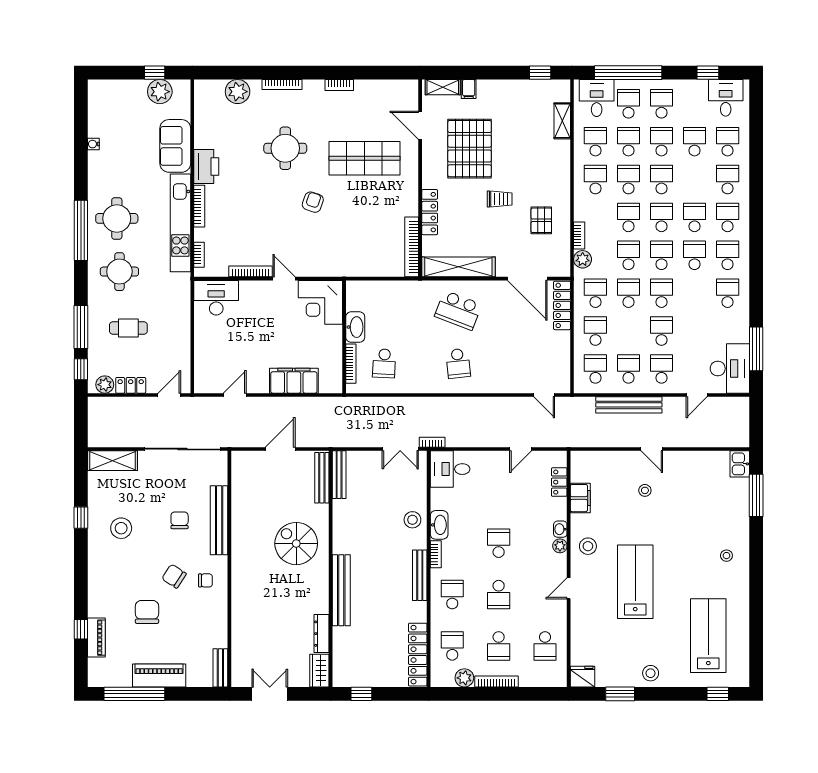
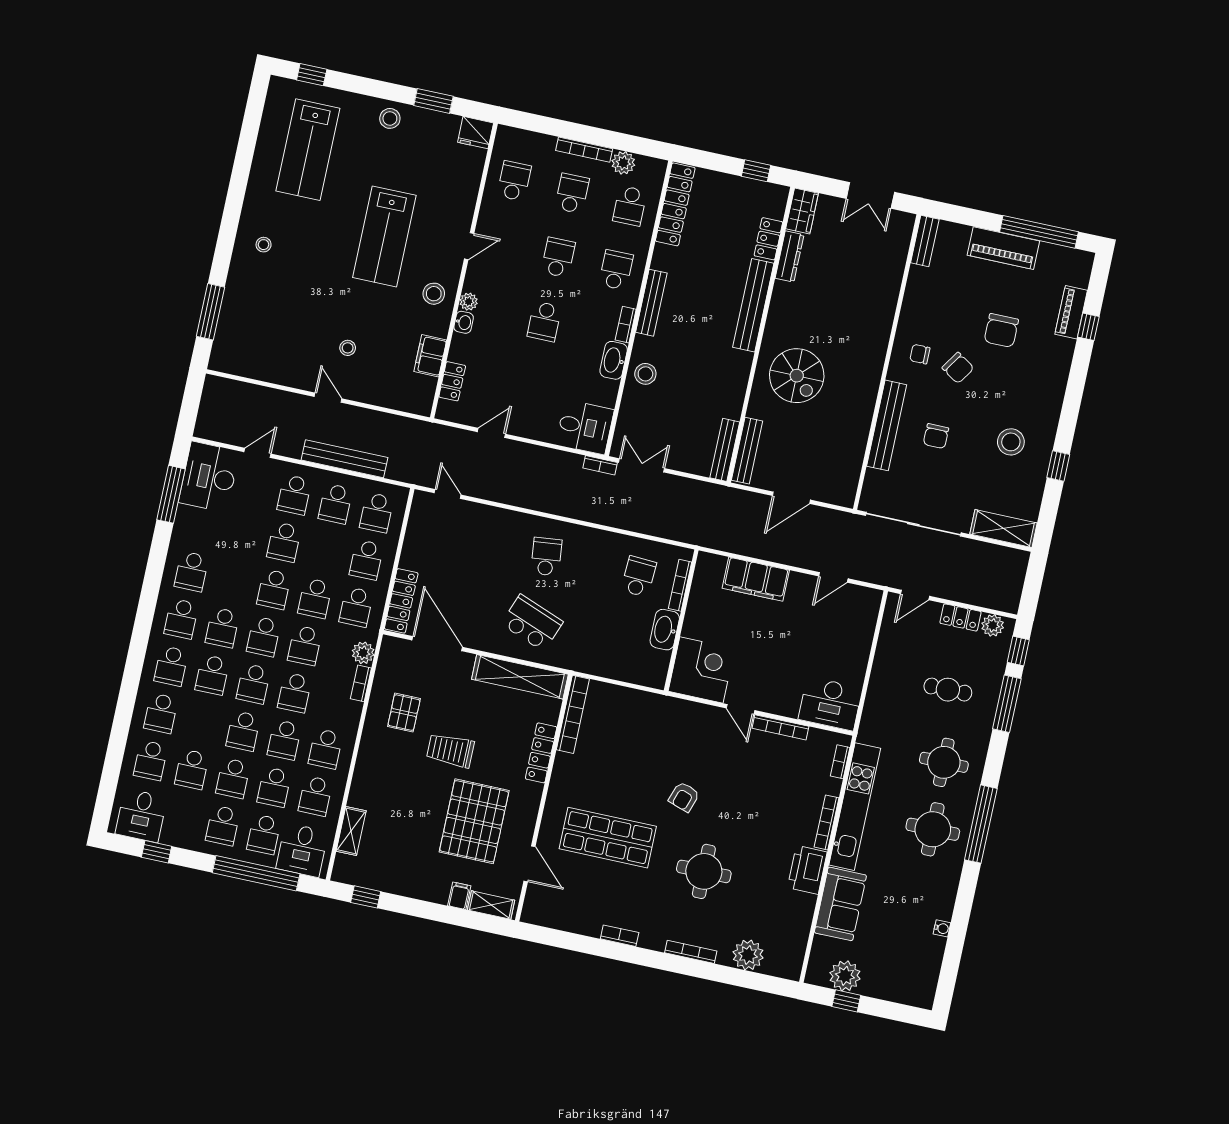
trolley: (500, 199) -> (450, 750), width x1.36, depth x1.39
kitchen sink: (740, 464) -> (222, 355), removed
school desk: (452, 595) -> (616, 270), turned 180
locker: (341, 644) -> (768, 239), added

